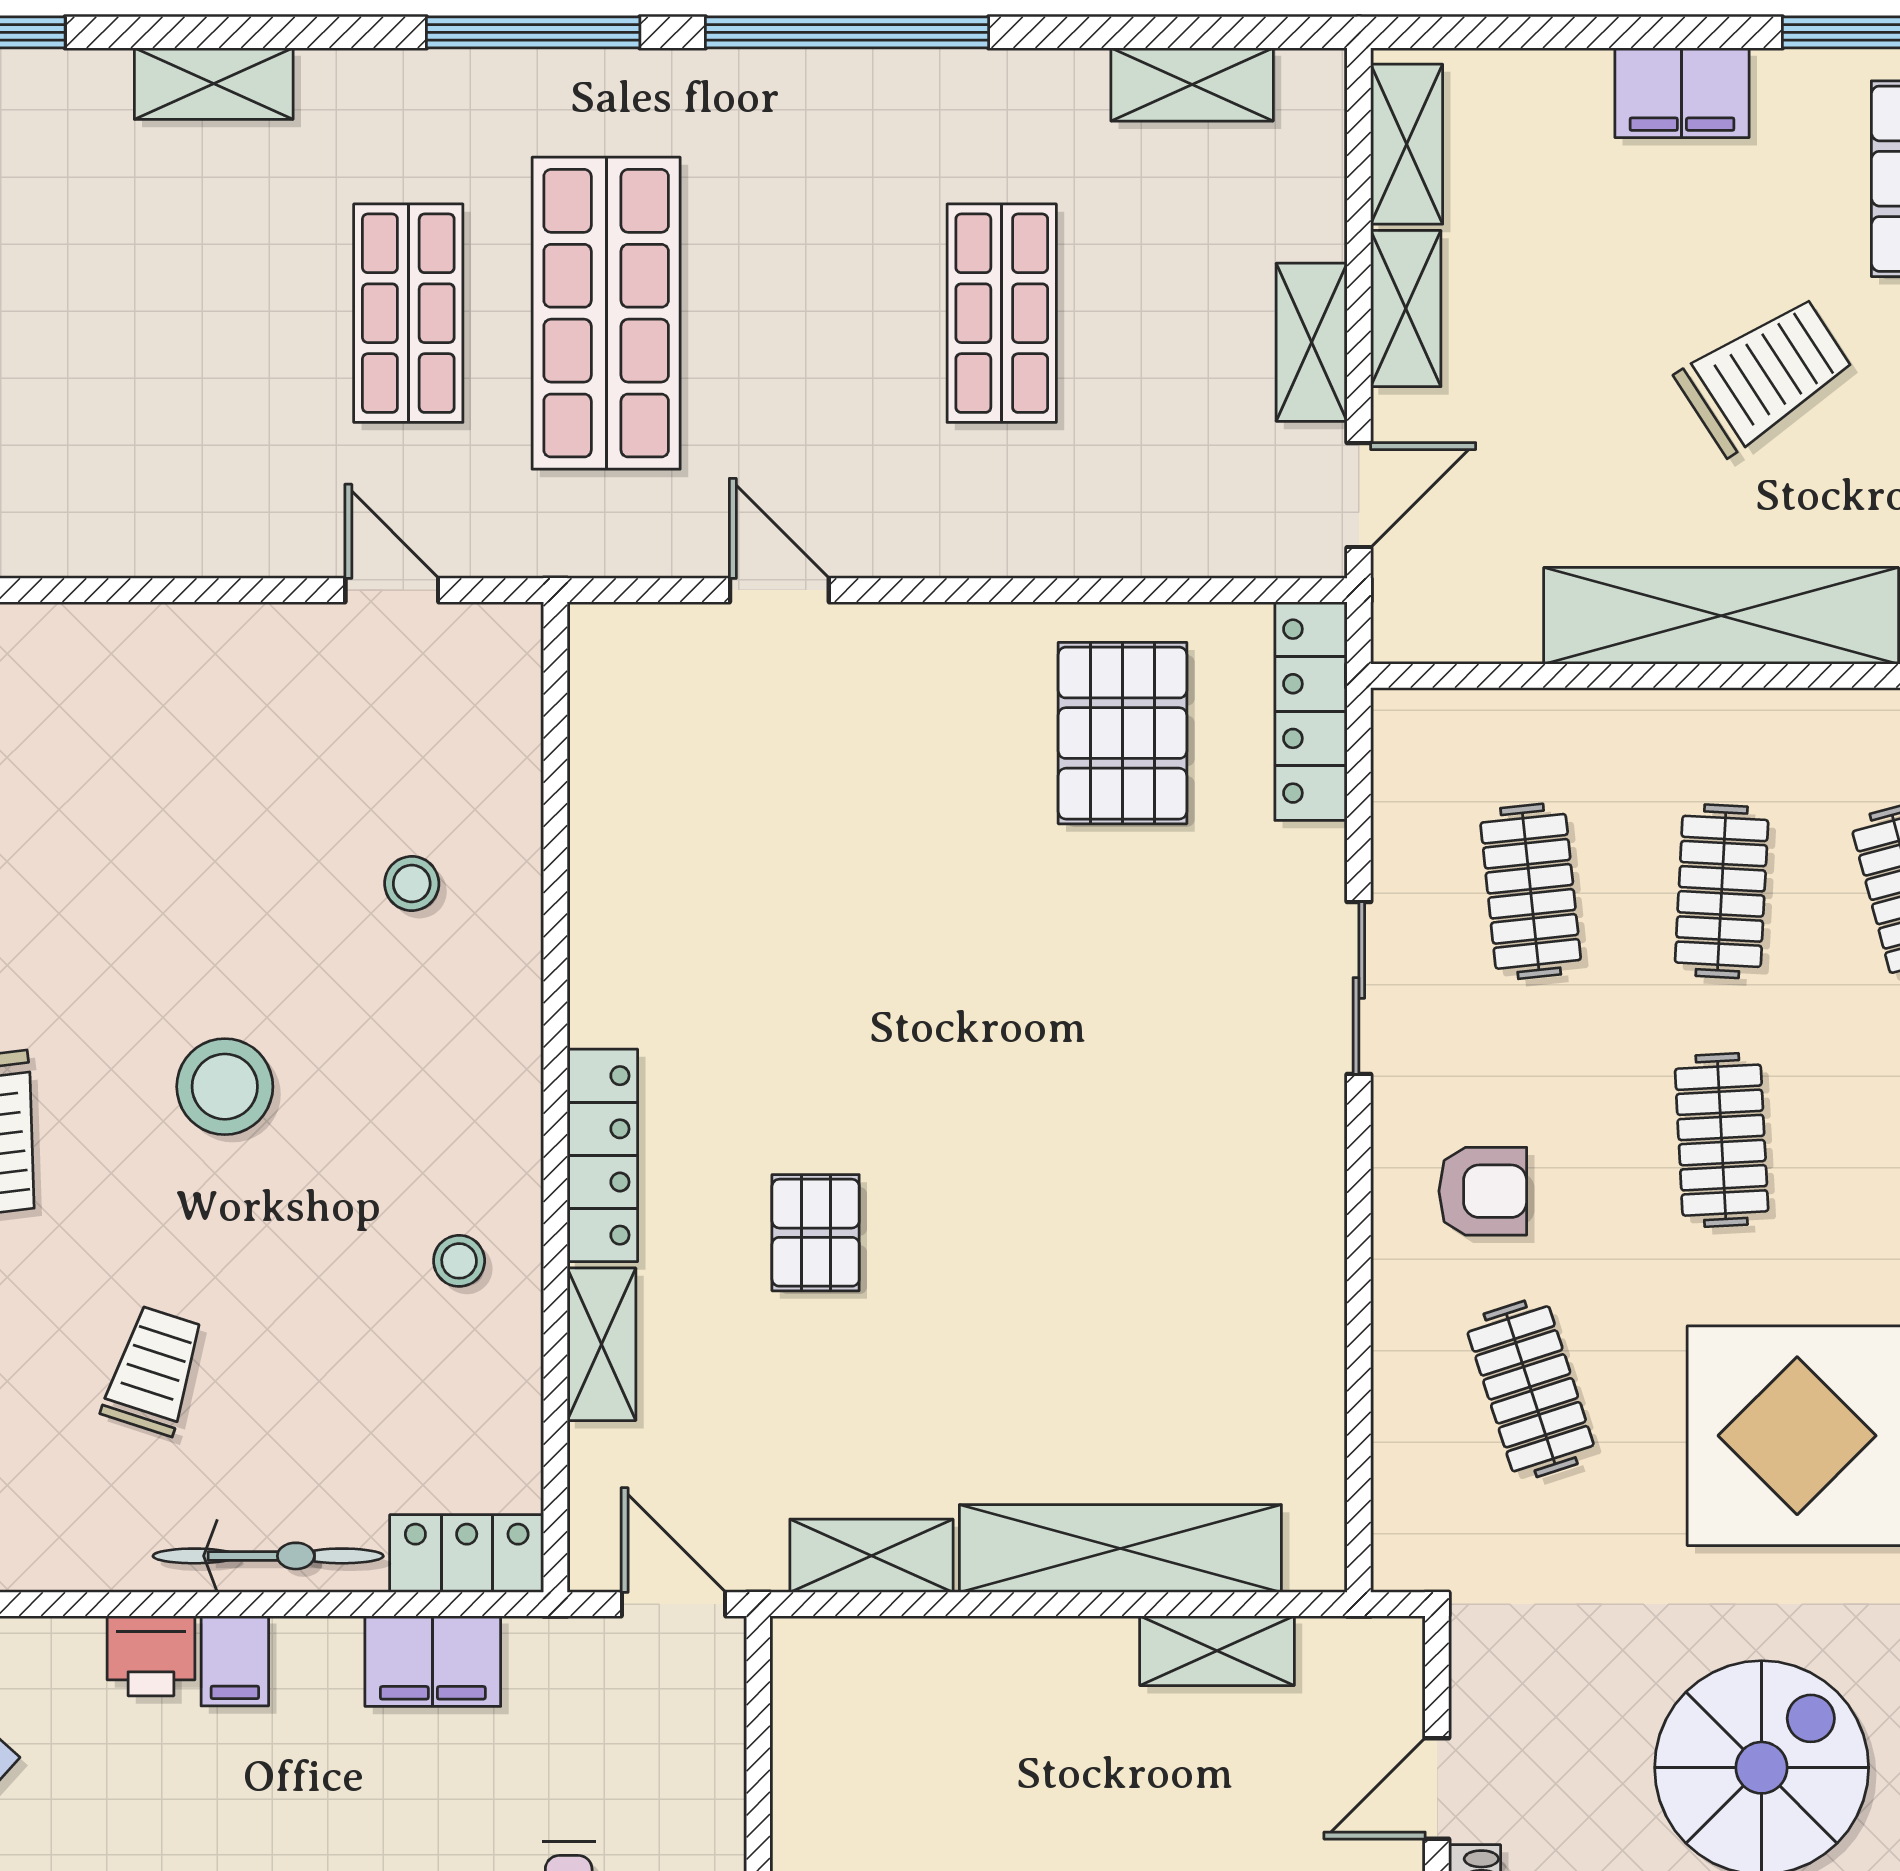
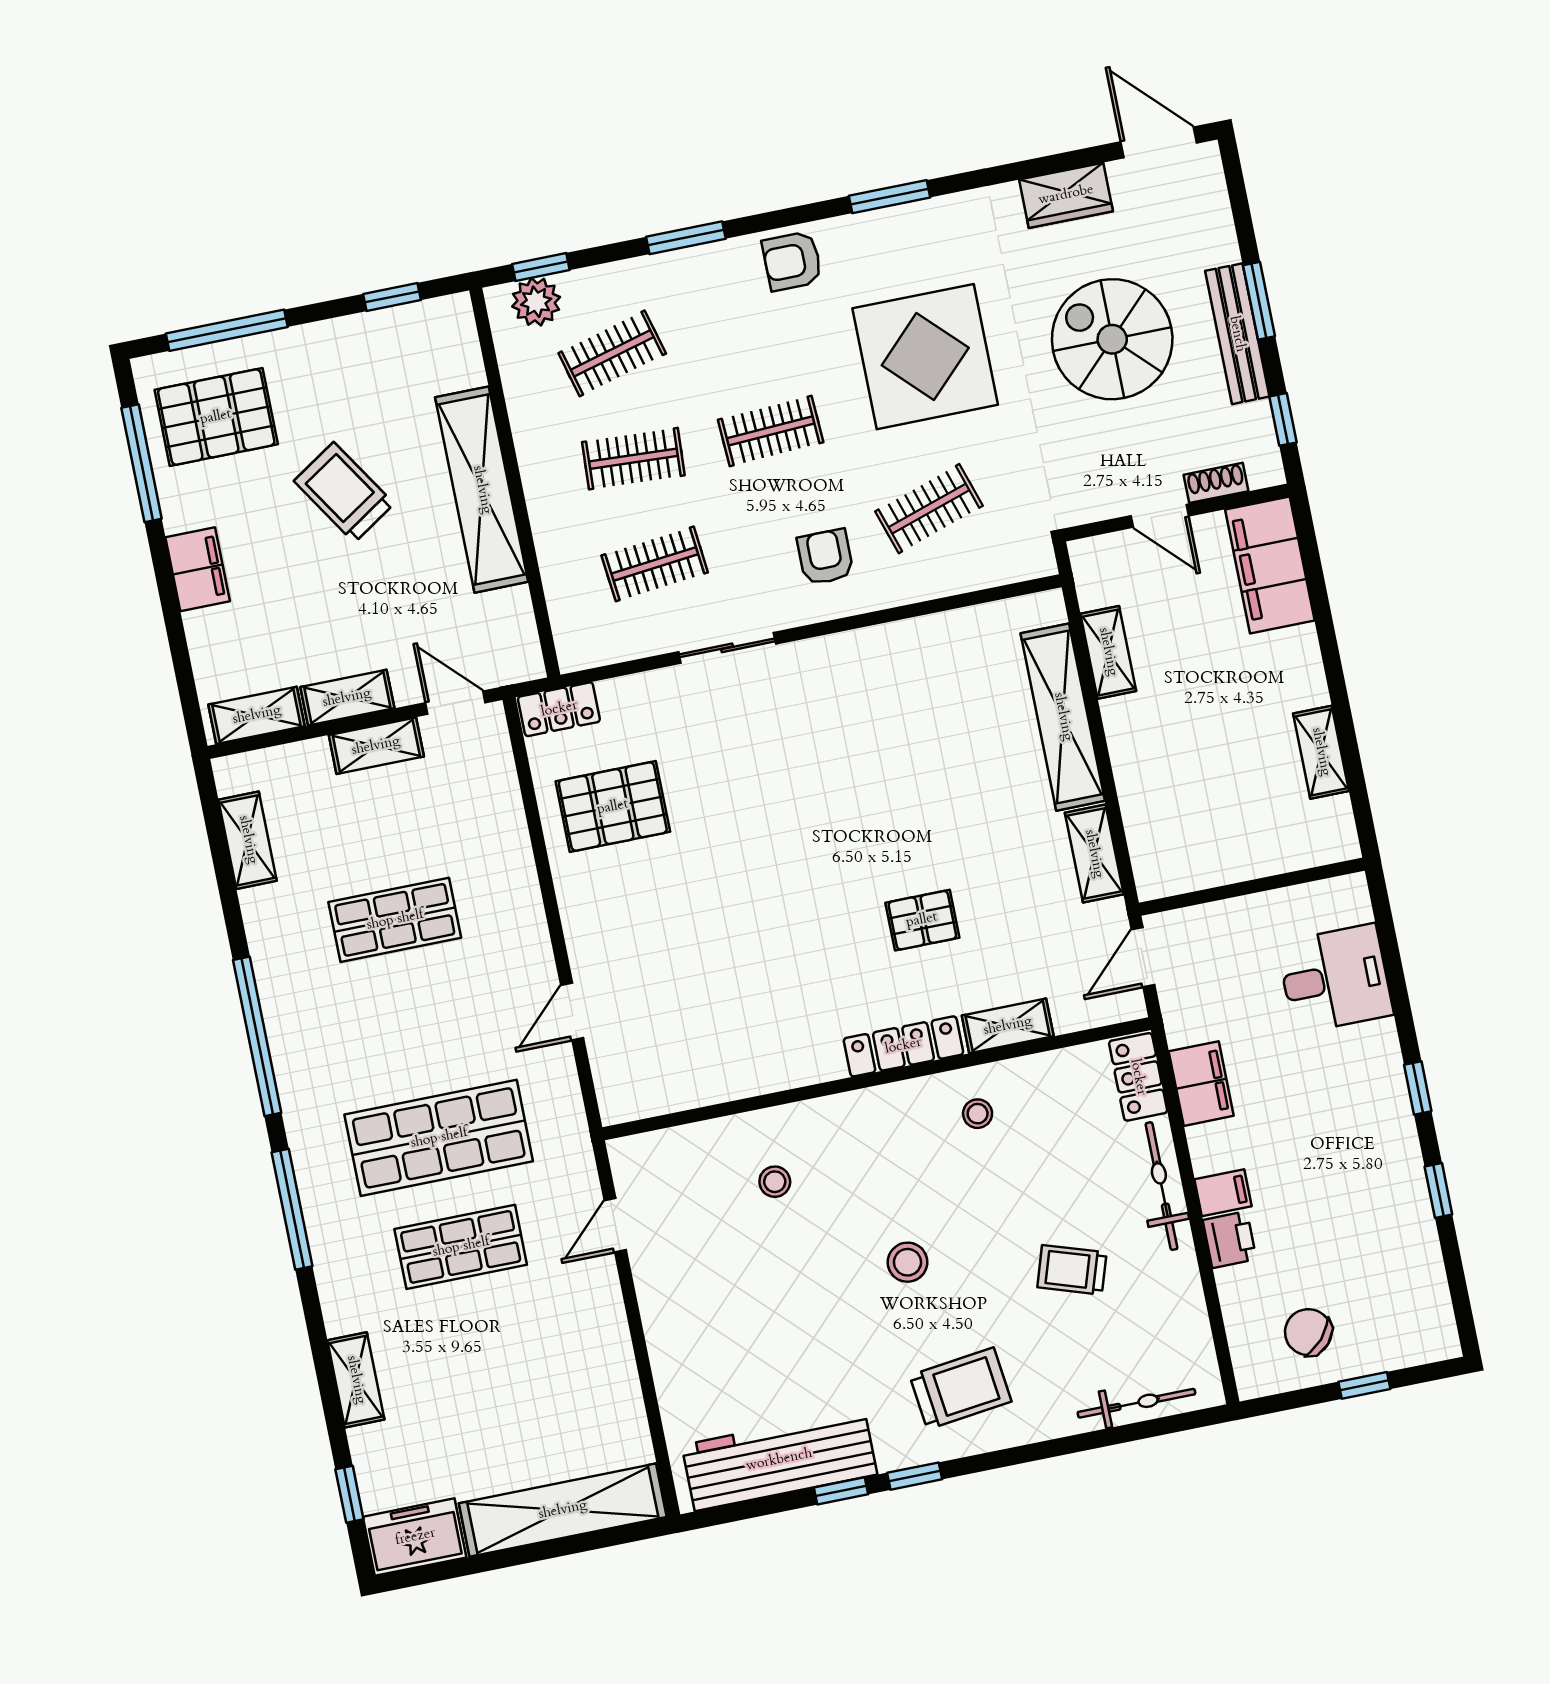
locker: (1311, 711) -> (559, 709), width x0.66
stool: (225, 1087) -> (908, 1262), width x0.73, depth x0.73

